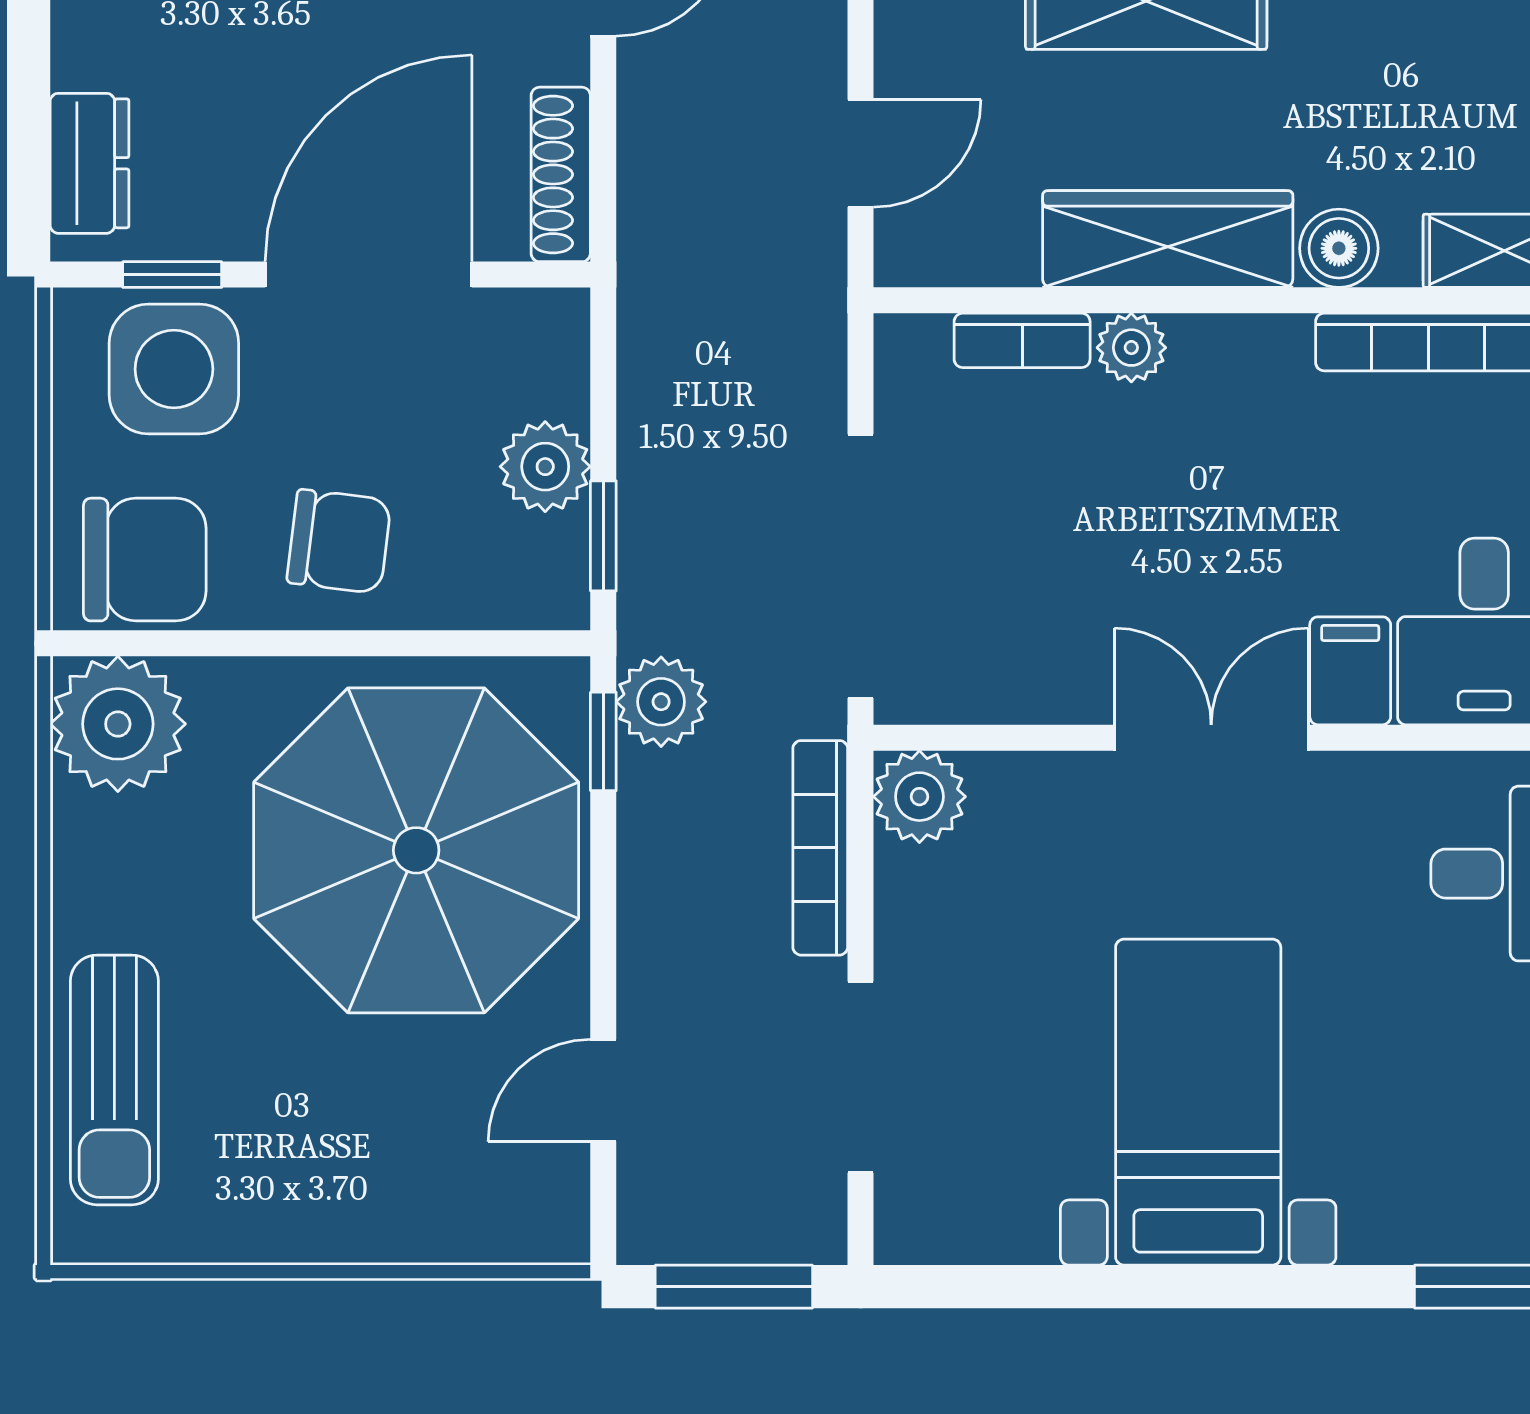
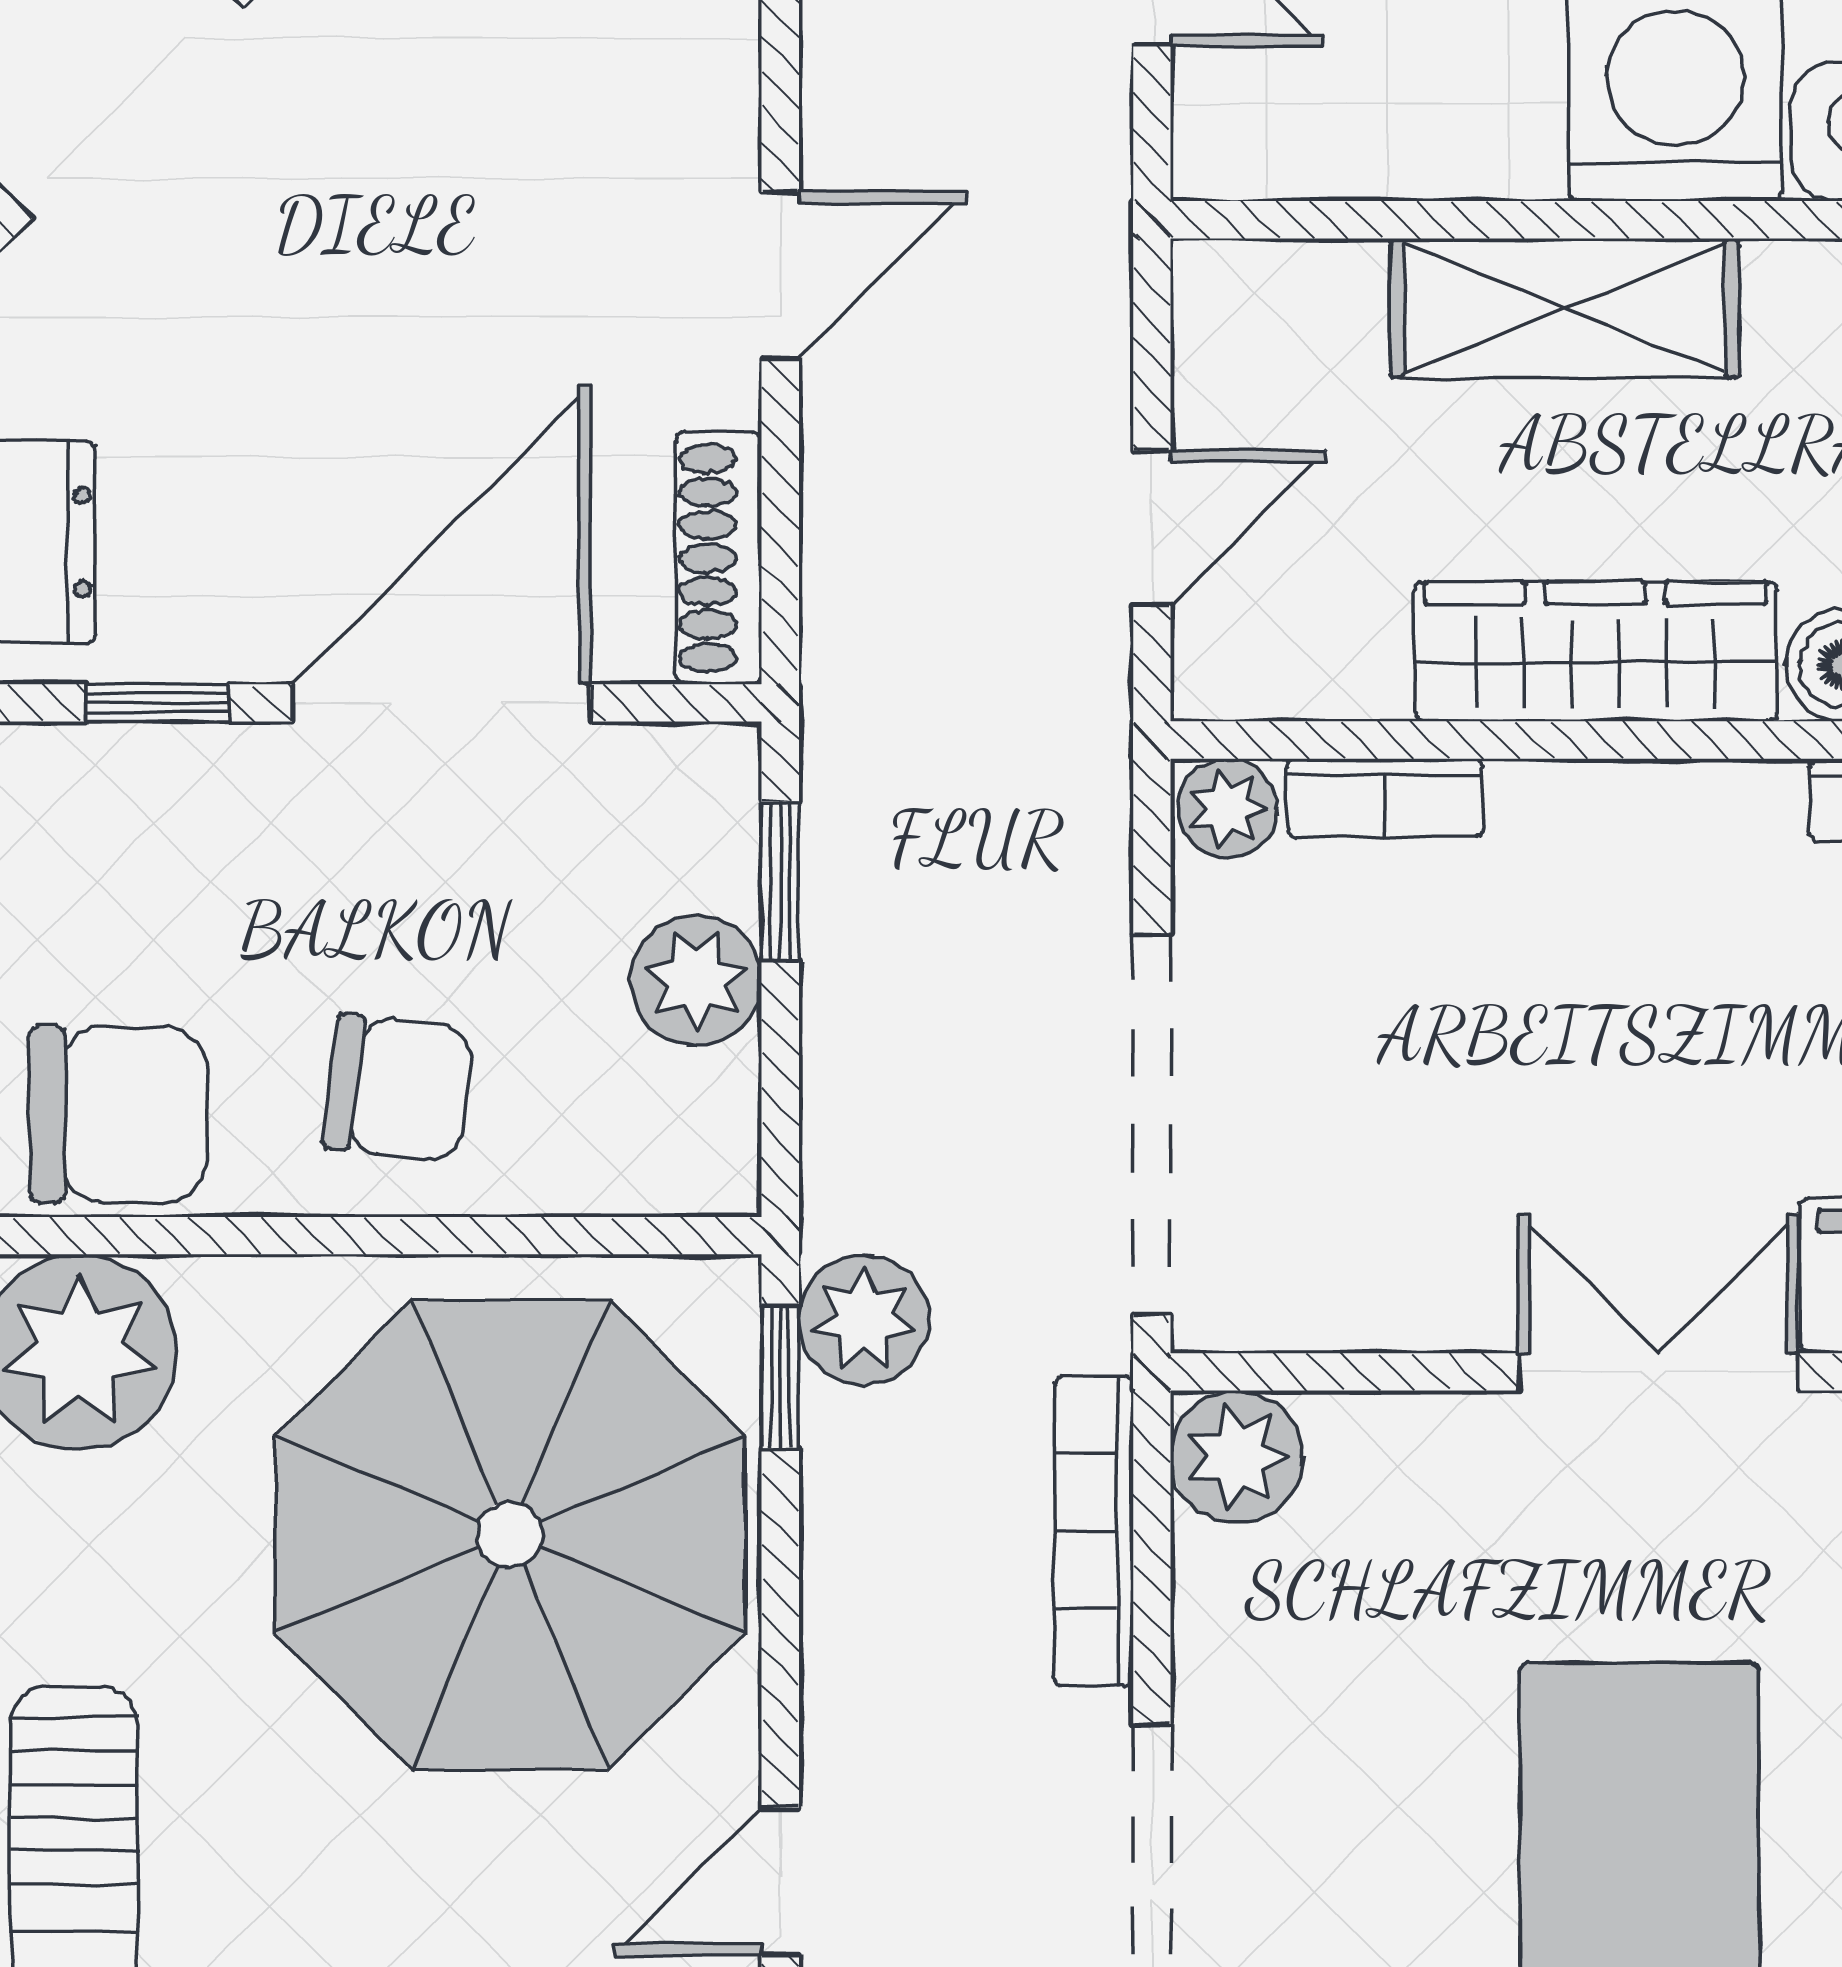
plant: (1131, 348) -> (1227, 808), moved
side table: (174, 369) -> (160, 839), removed
window: (603, 536) -> (780, 881), moved

